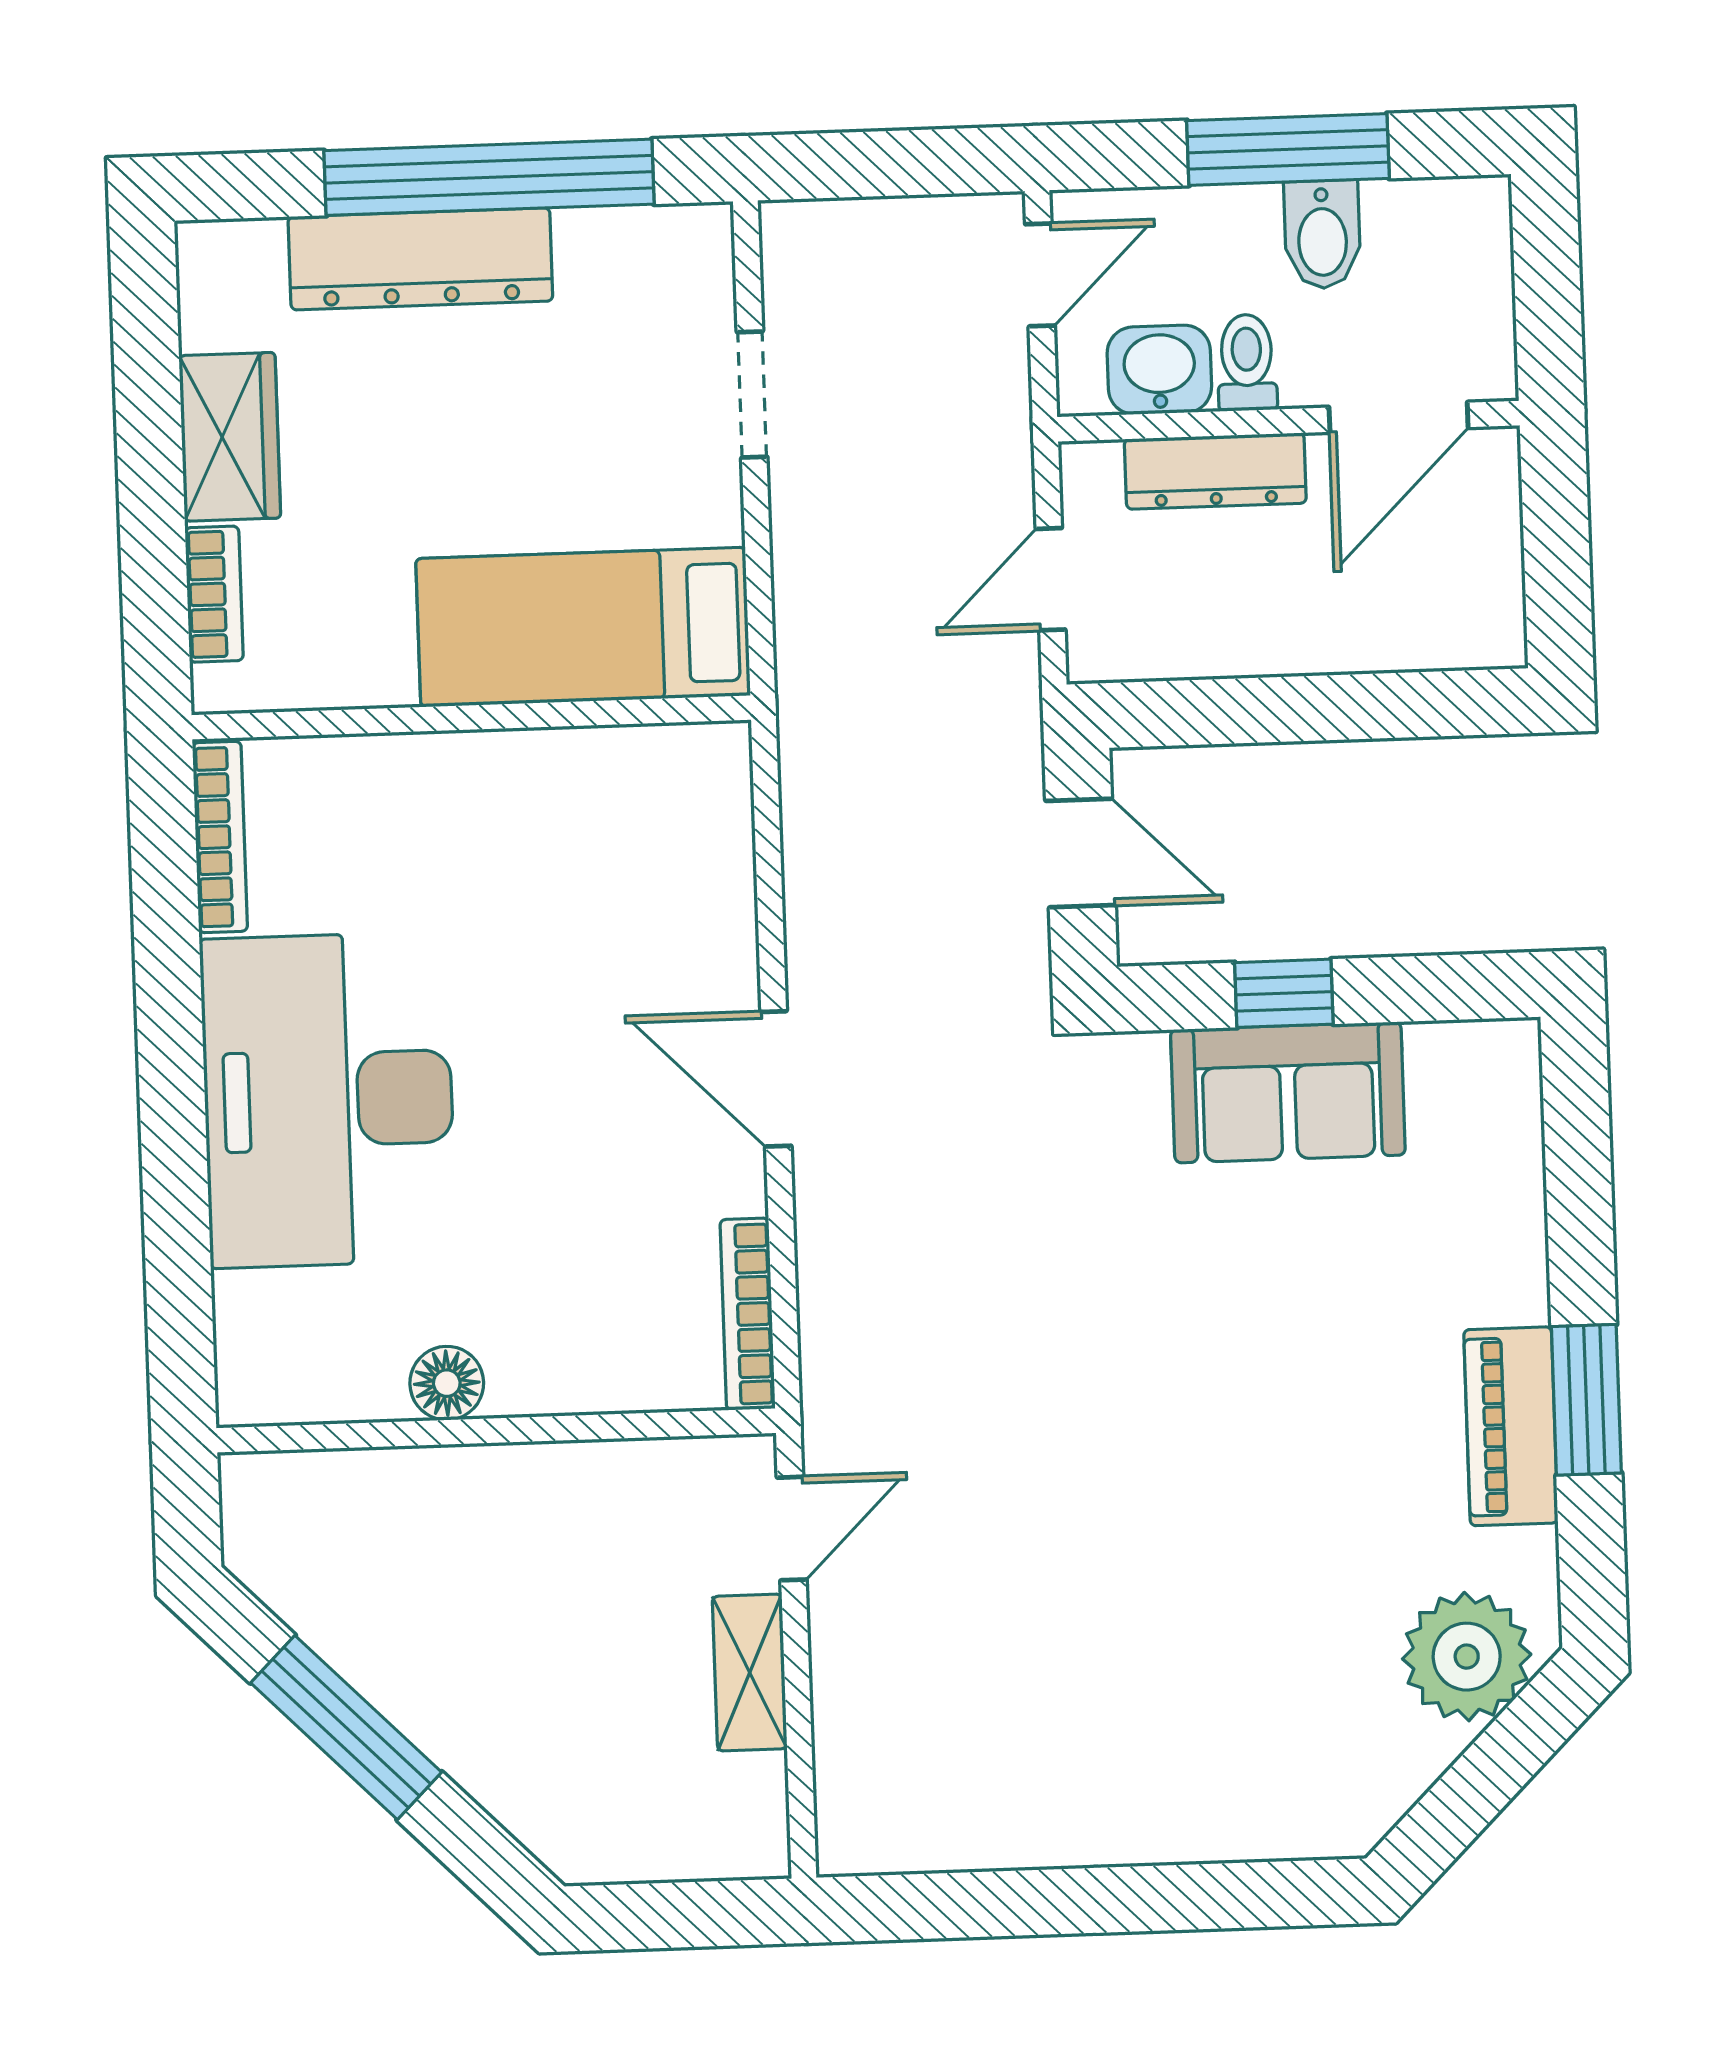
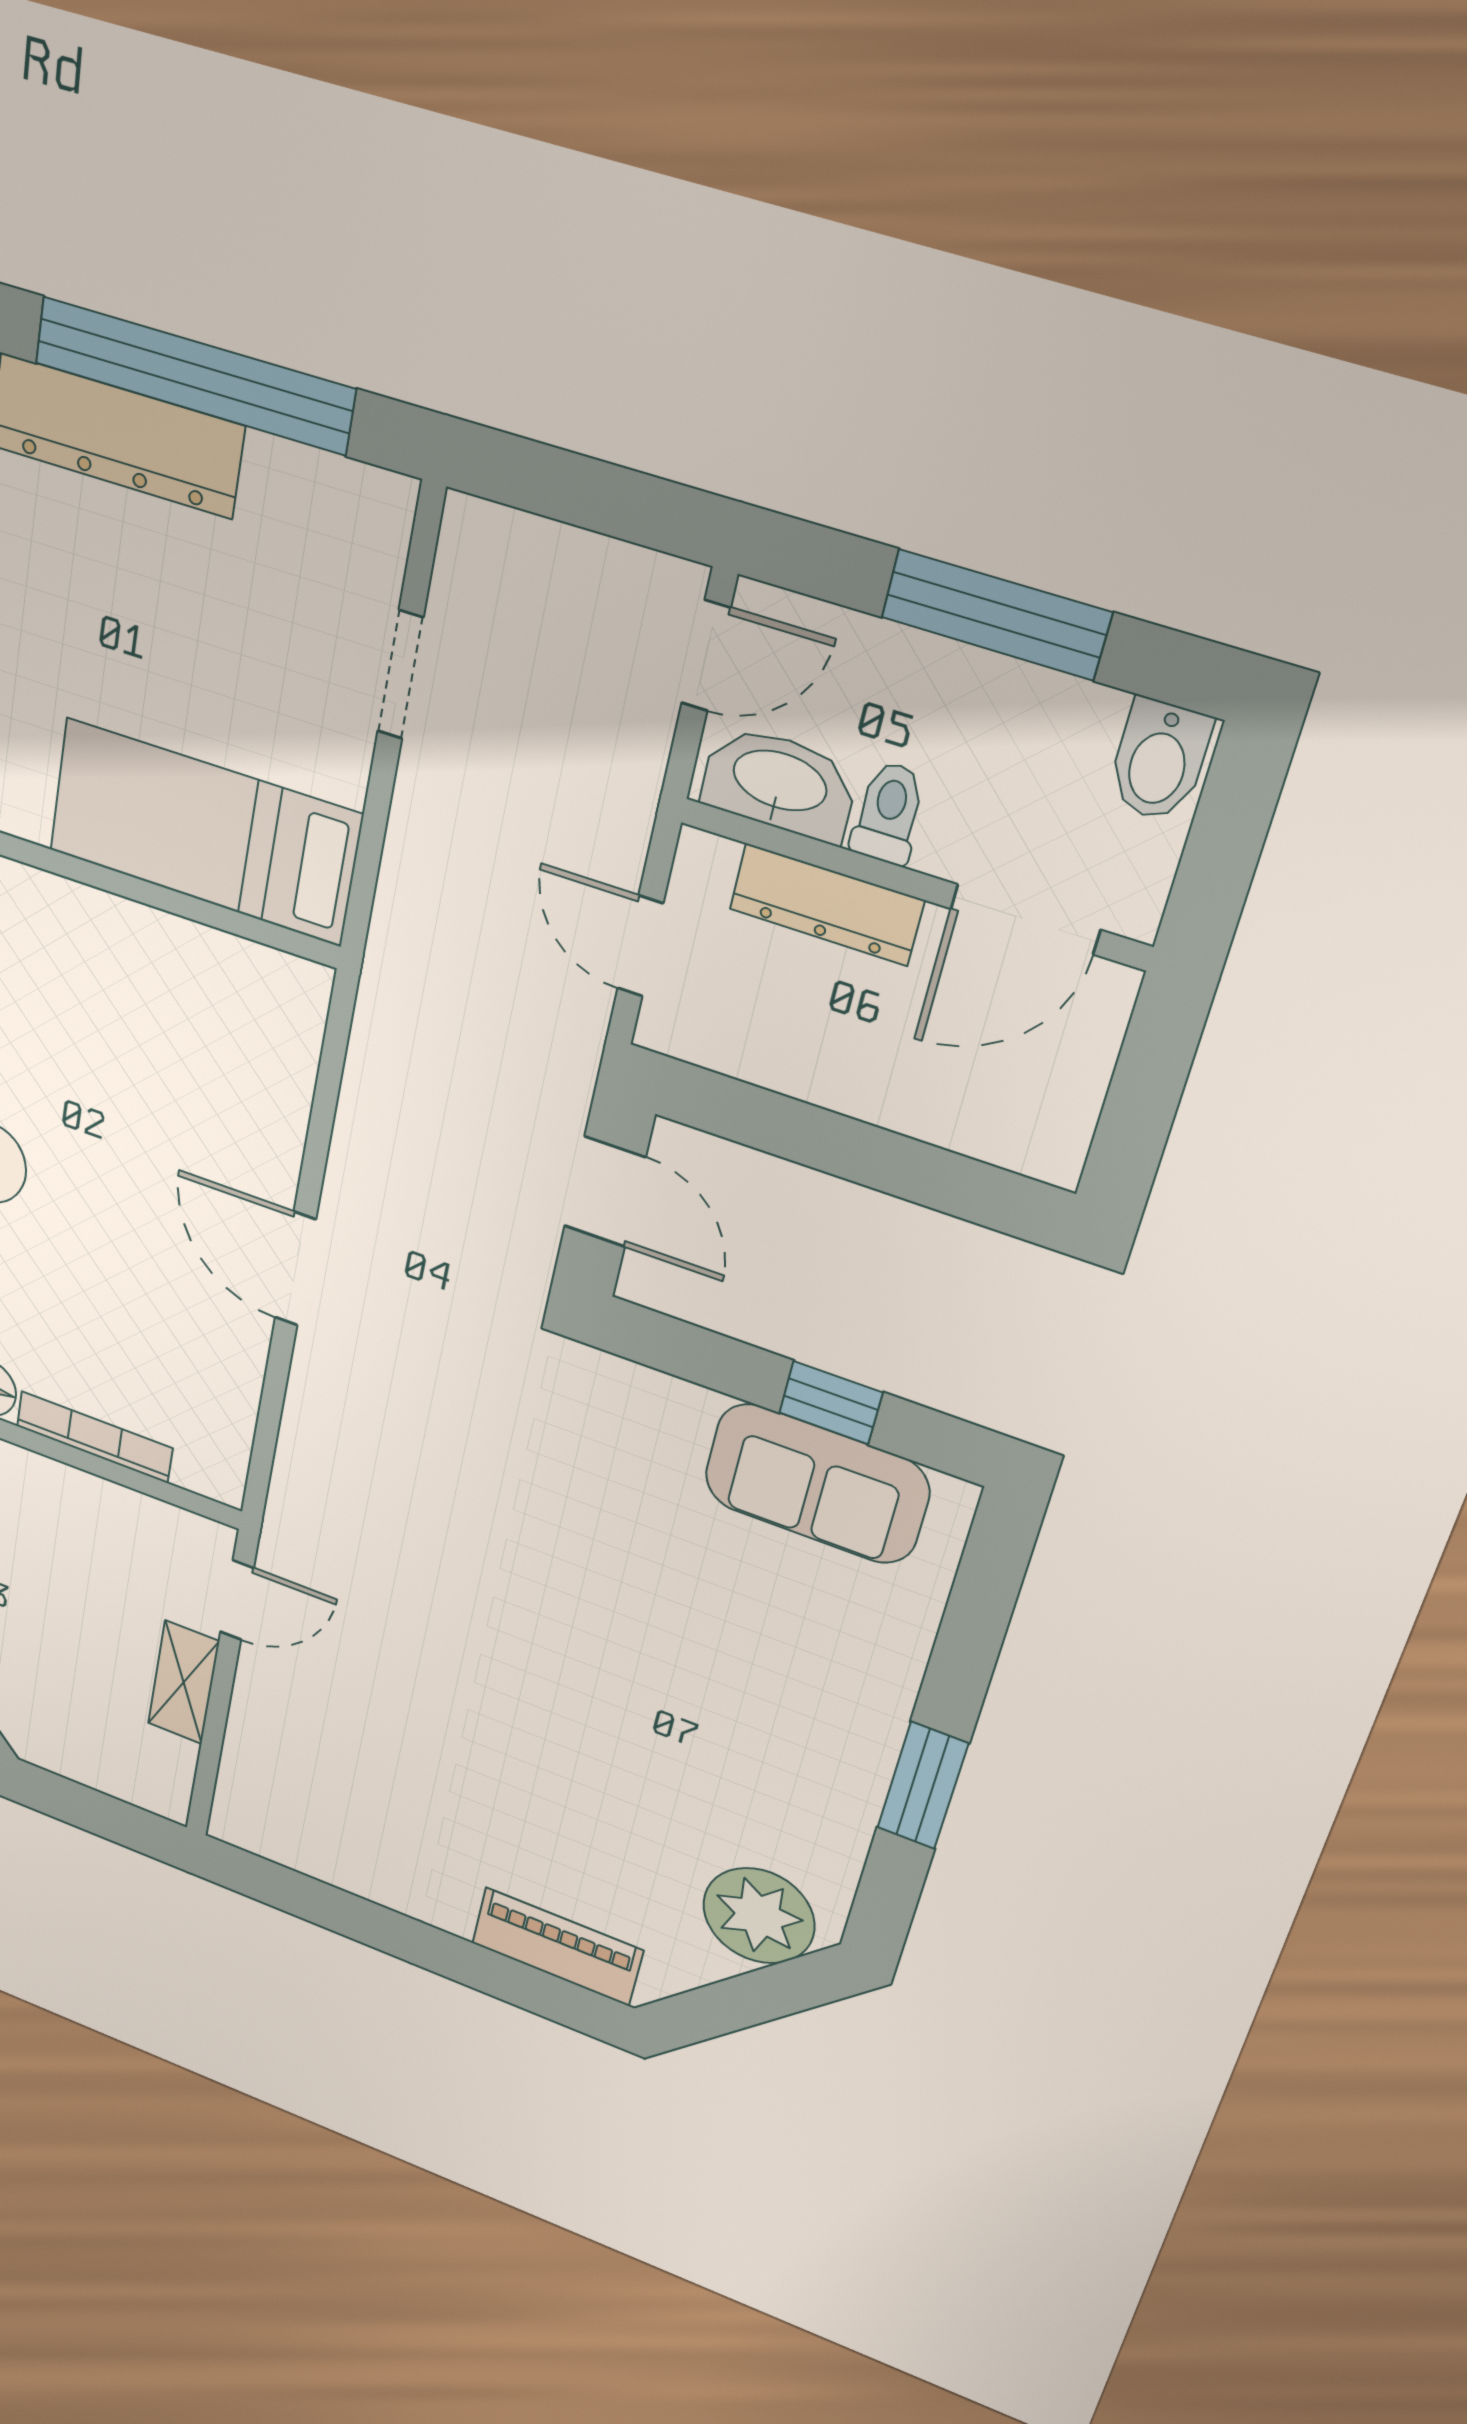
bidet: (1322, 234) -> (1159, 761), moved
washbasin: (1159, 370) -> (779, 783), width x1.38
door: (1051, 579) -> (640, 946), hinge flipped
window: (1284, 993) -> (831, 1403), moved
sofa: (1288, 1092) -> (817, 1484), moved
bookcase: (748, 1314) -> (94, 1437), moved, turned 90
piano: (1511, 1426) -> (557, 1947), moved, turned 90

